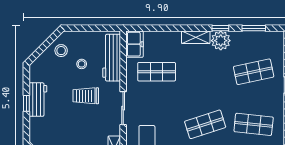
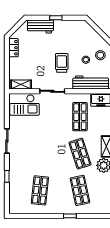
stool: (61, 51) -> (100, 55), moved
workbench: (38, 100) -> (40, 26), moved
shop shelf: (205, 124) -> (80, 154), moved

